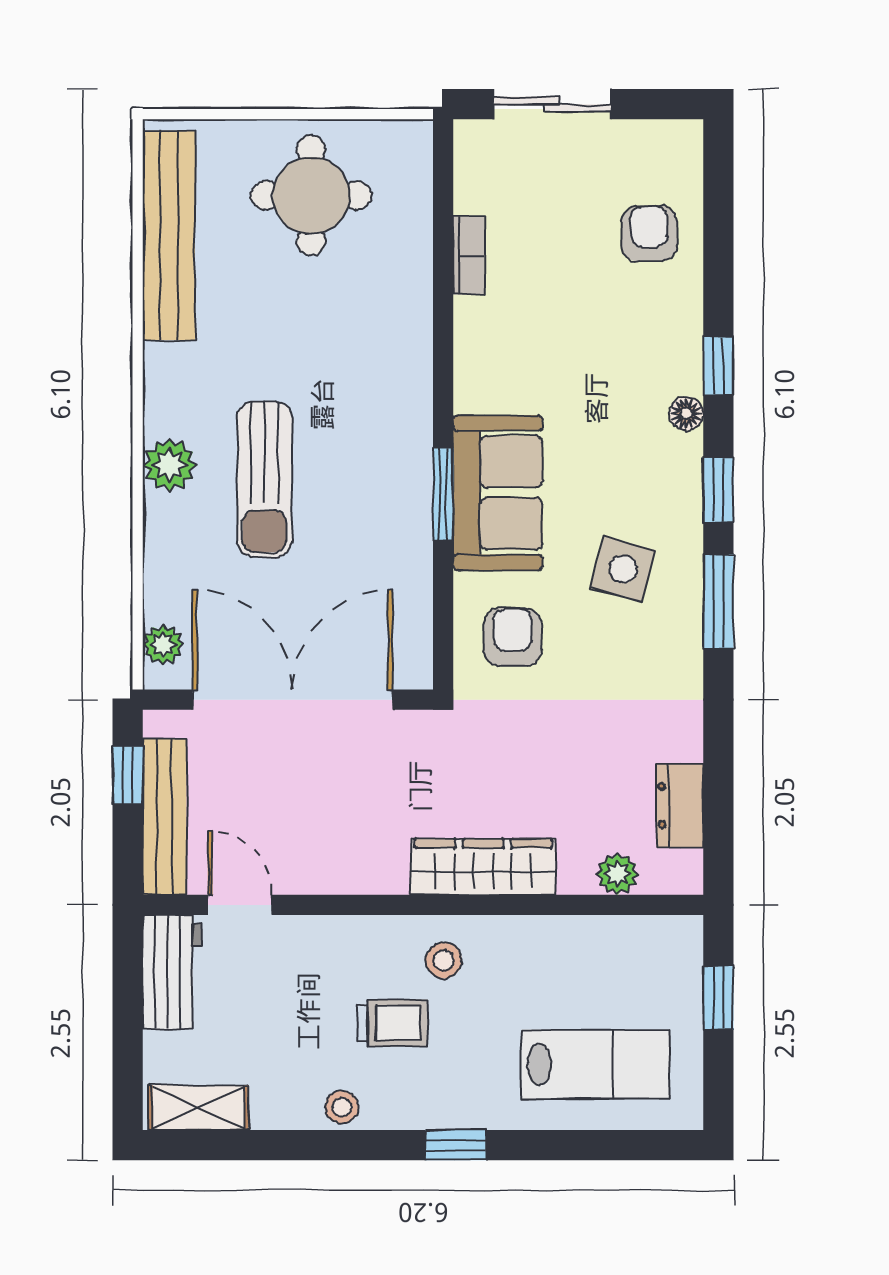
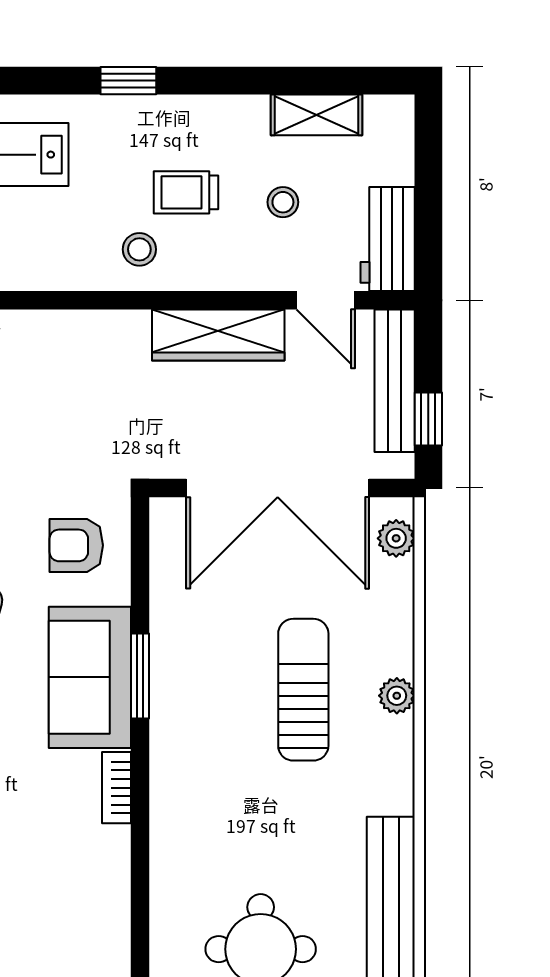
bookcase: (469, 255) -> (117, 788), moved
plant: (170, 465) -> (397, 696), width x0.73, depth x0.73
armchair: (513, 637) -> (76, 545), turned 90
wardrobe: (483, 867) -> (218, 335), moved
stool: (342, 1107) -> (283, 202), moved
shelving: (198, 1108) -> (317, 115), moved

